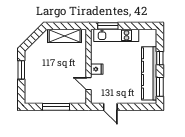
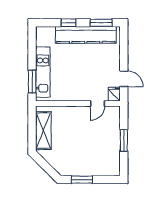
fridge: (97, 69) -> (114, 94), moved
window: (56, 107) -> (124, 140), width x0.69
door: (110, 107) -> (124, 79), hinge flipped

